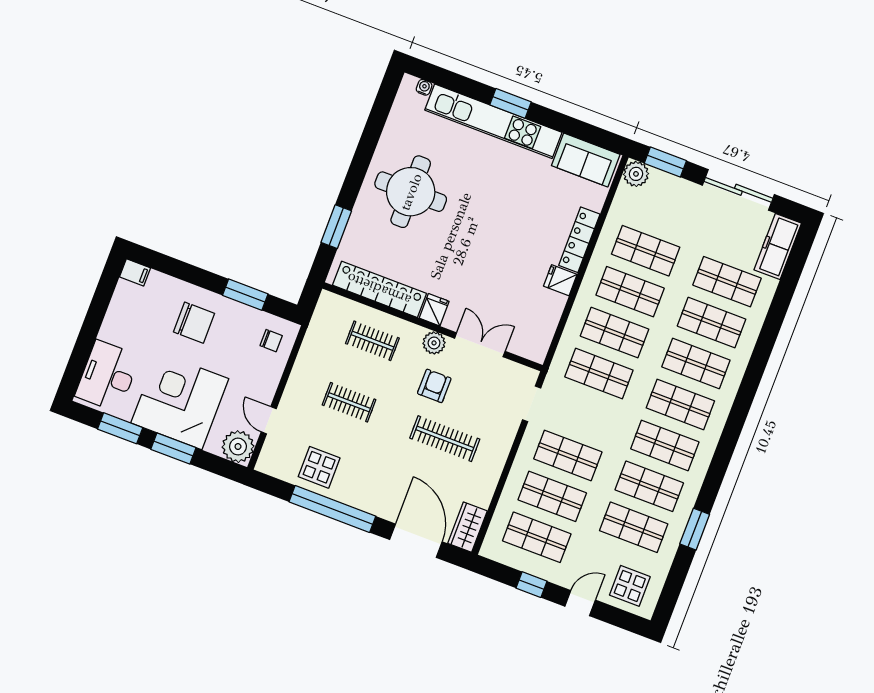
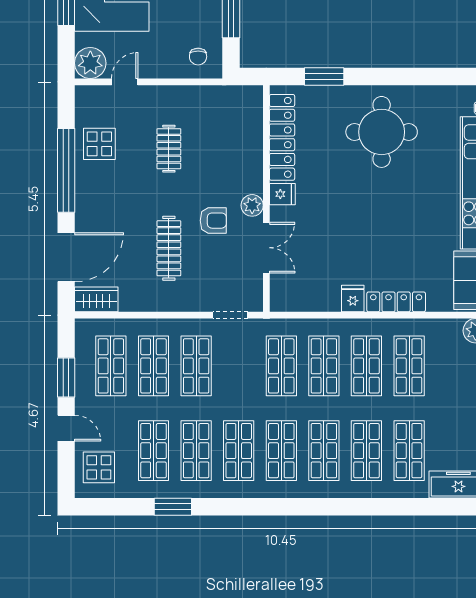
clothes rail: (372, 341) -> (233, 149), removed
window: (531, 585) -> (66, 378), width x1.50

